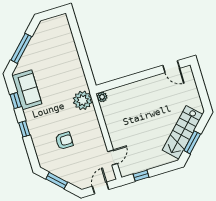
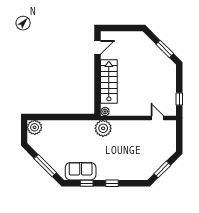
plant: (60, 23) -> (35, 127), added
stairs: (183, 132) -> (109, 81), moved, turned -135
armchair: (64, 141) -> (132, 153), removed
door: (101, 188) -> (179, 135), removed

